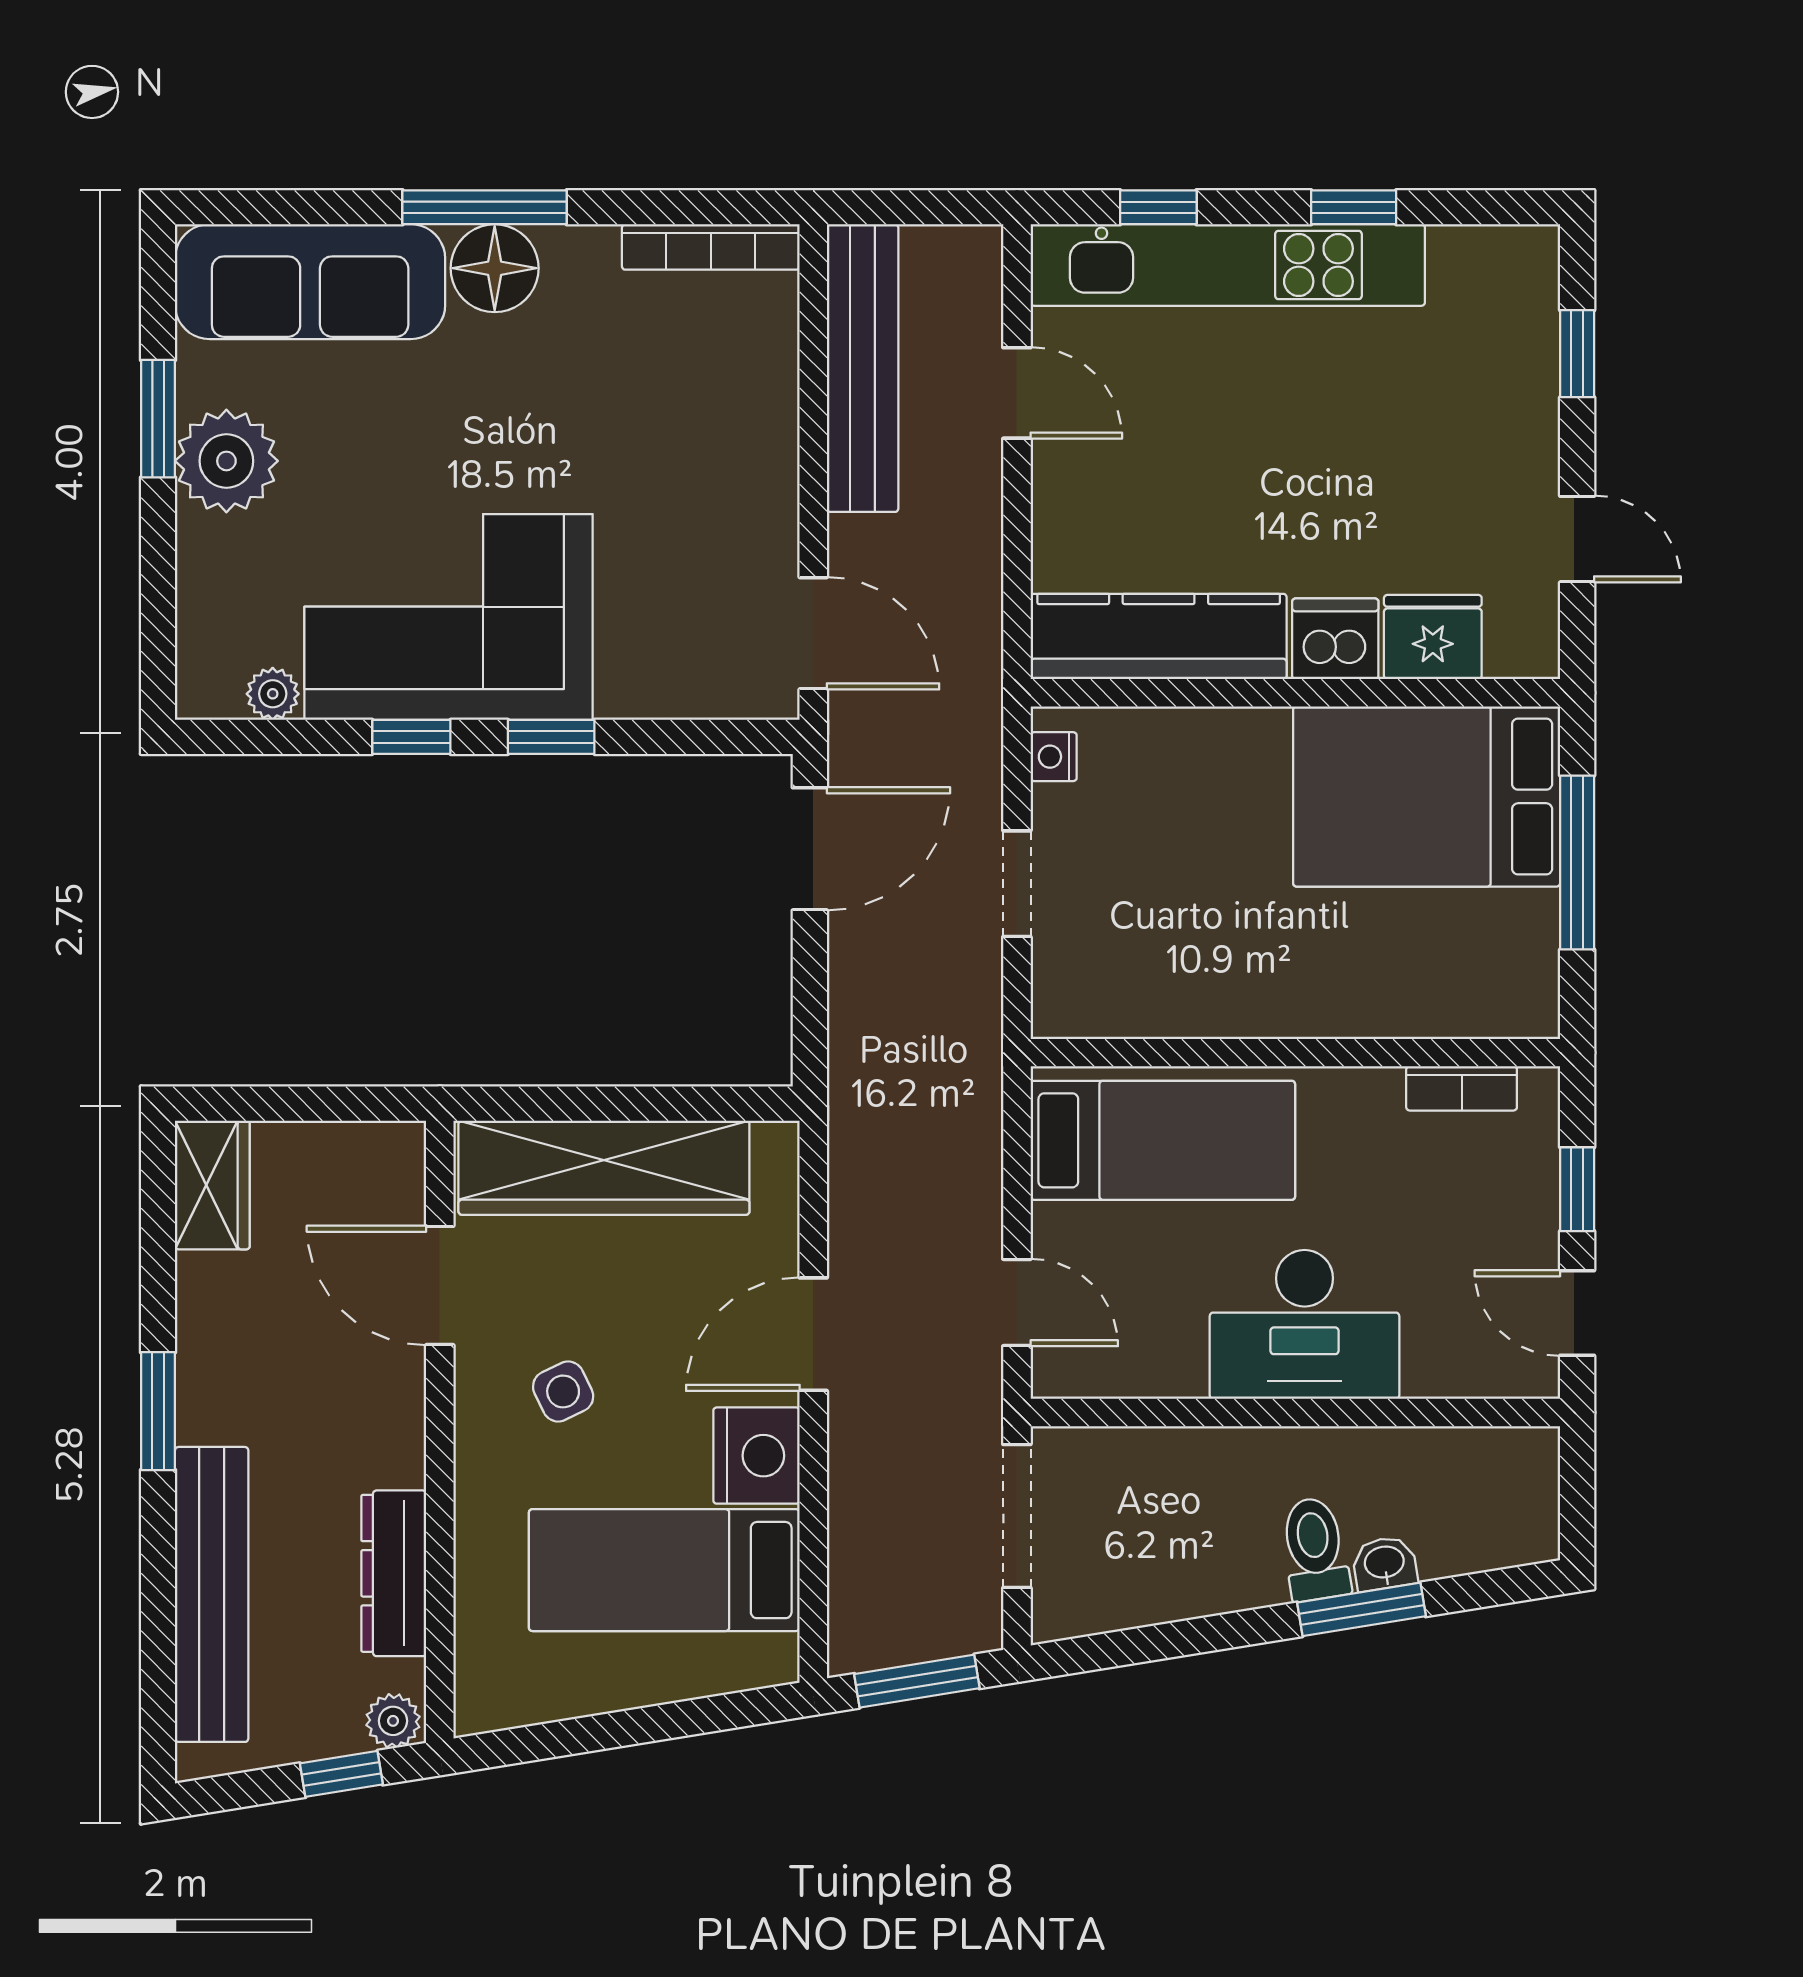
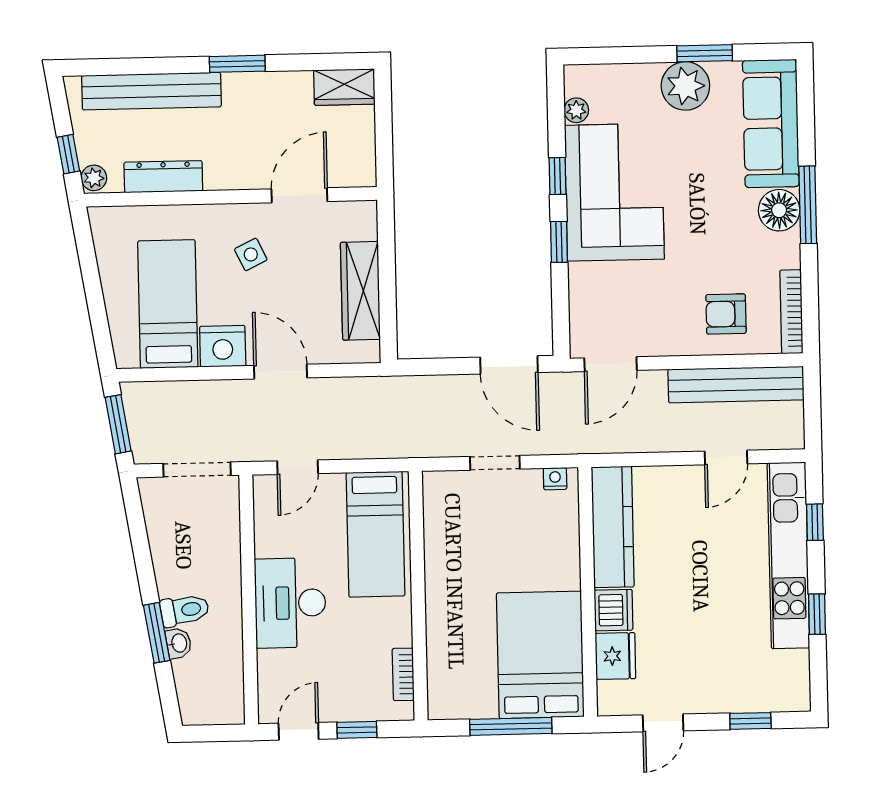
armchair: (712, 386) -> (726, 314), added
wardrobe: (604, 1168) -> (360, 291), width x0.71, depth x0.85

